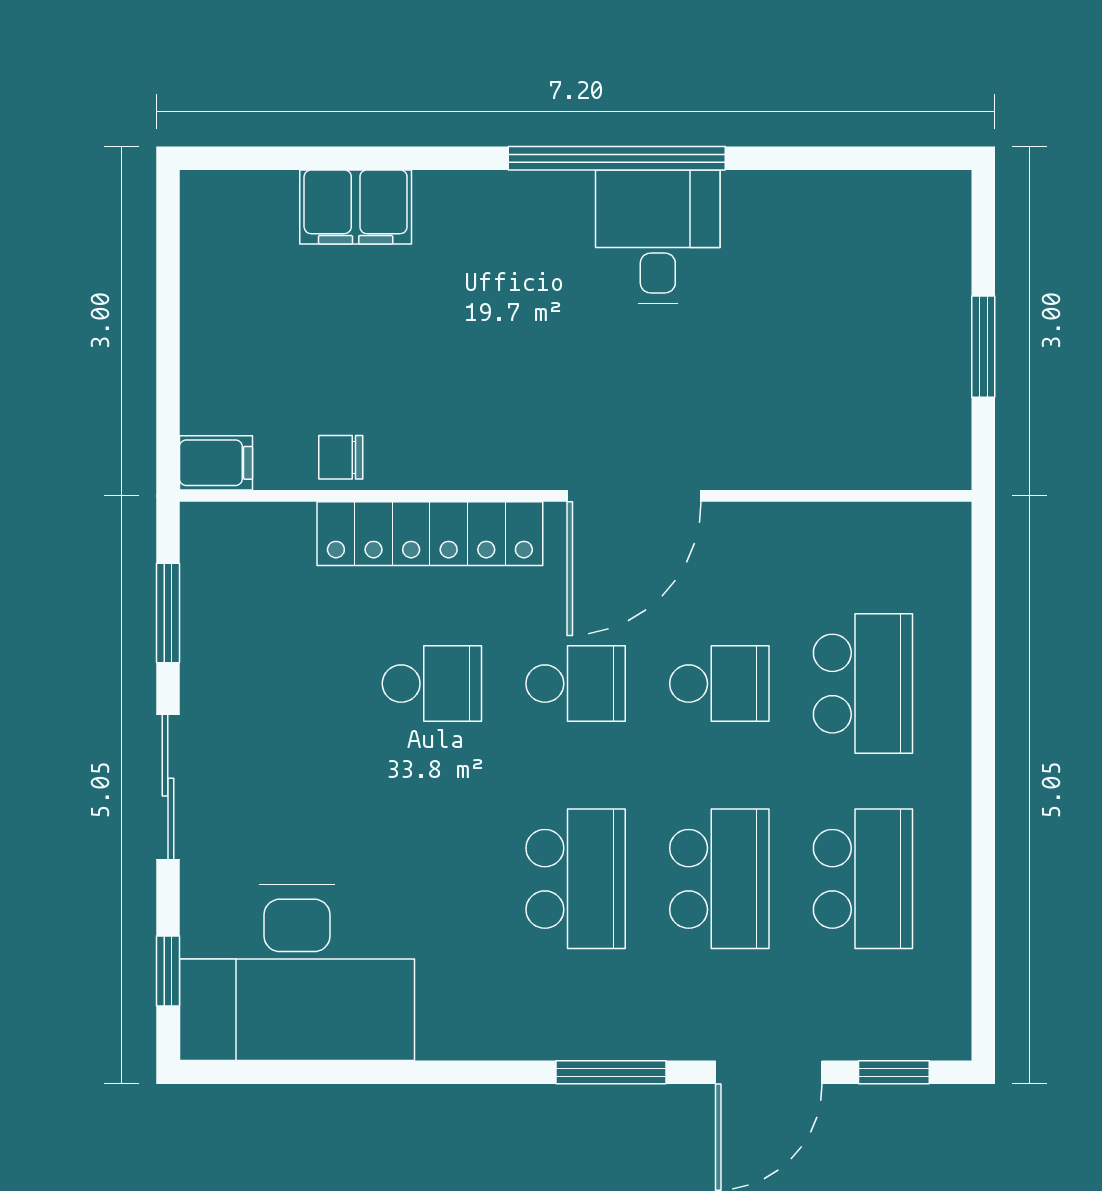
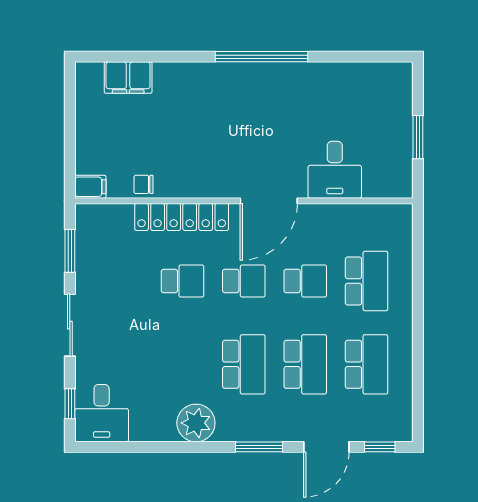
filing cabinet: (356, 207) -> (128, 78), moved
desk: (658, 237) -> (335, 170), moved, turned 180
desk: (297, 973) -> (102, 413), width x0.53, depth x0.77
plant: (463, 1016) -> (196, 423), added

